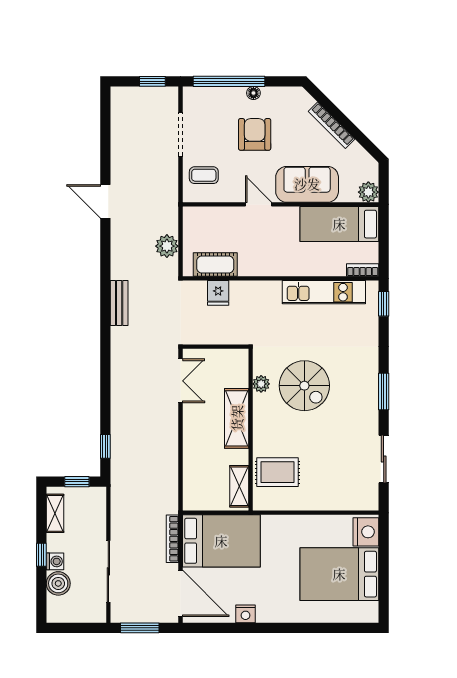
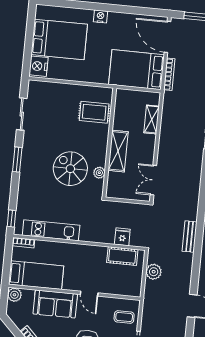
shelving: (239, 486) -> (152, 119), moved
nightstand: (246, 614) -> (100, 17), moved

